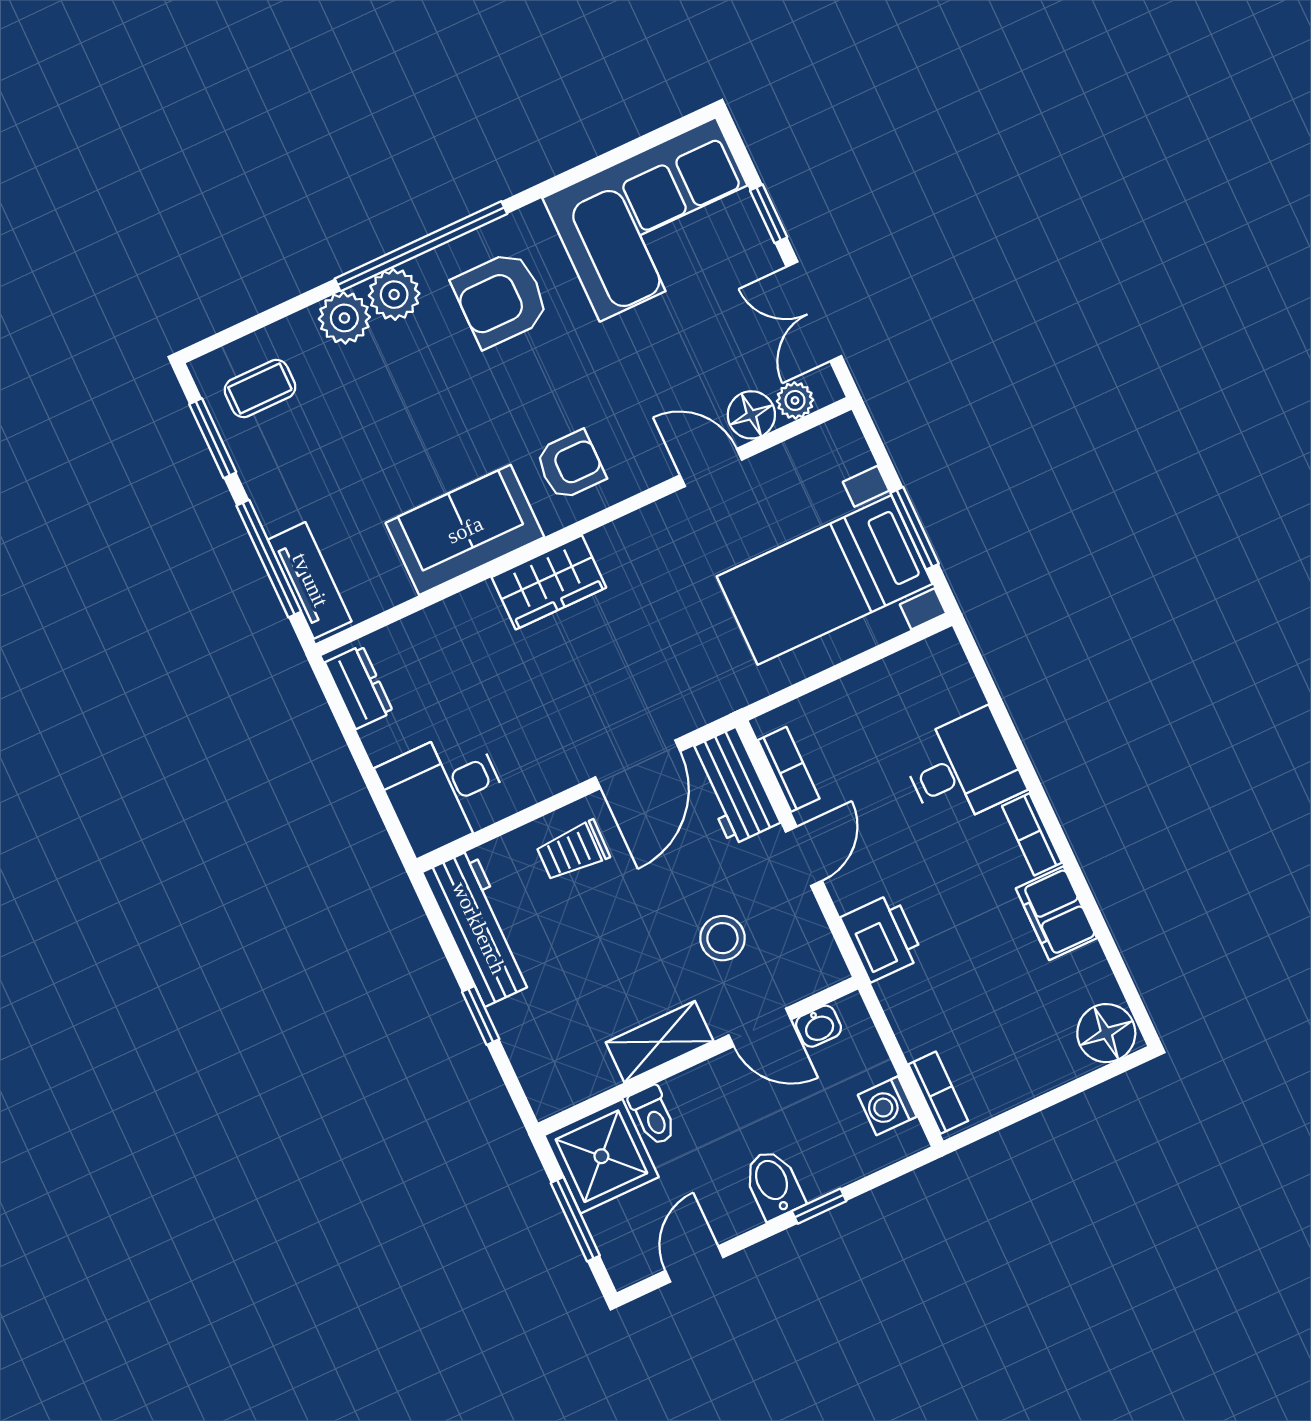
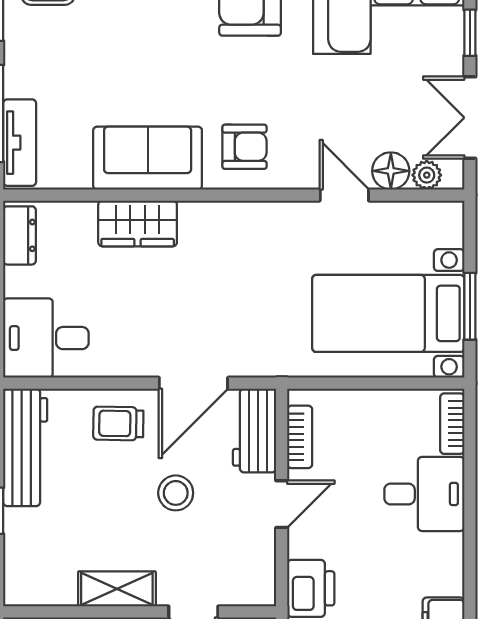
wardrobe: (549, 582) -> (138, 223), moved
bookcase: (1032, 834) -> (452, 424), moved
stool: (722, 938) -> (176, 493), moved

